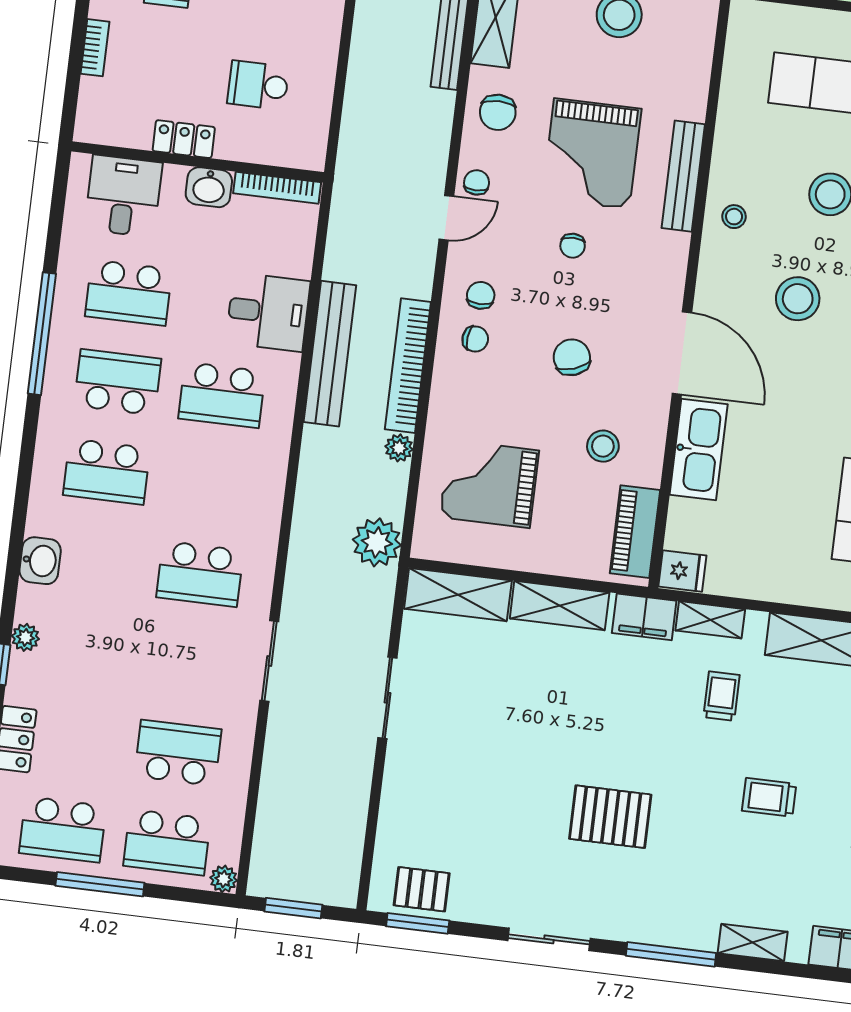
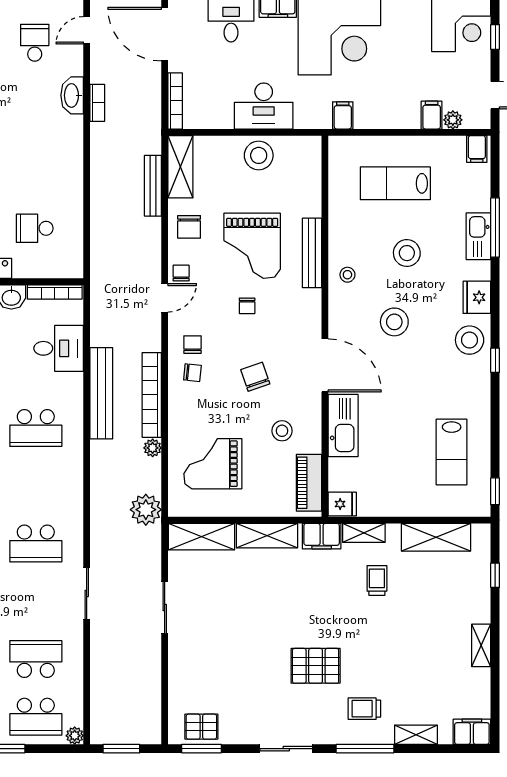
desk: (268, 312) -> (59, 348), moved
trolley: (769, 797) -> (364, 709), moved

